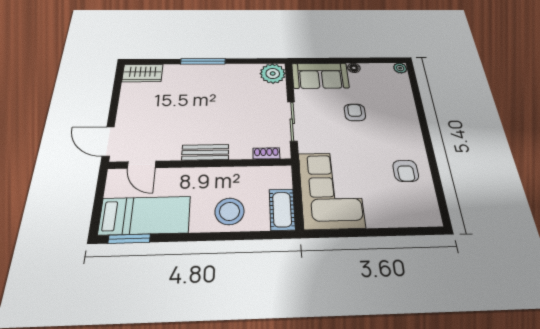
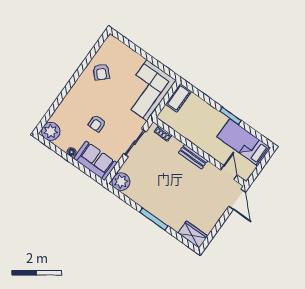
plant: (400, 68) -> (51, 131), width x1.88, depth x1.88
armchair: (406, 171) -> (101, 72), turned 136
stool: (230, 211) -> (204, 115), removed
window: (129, 239) -> (230, 116), moved

